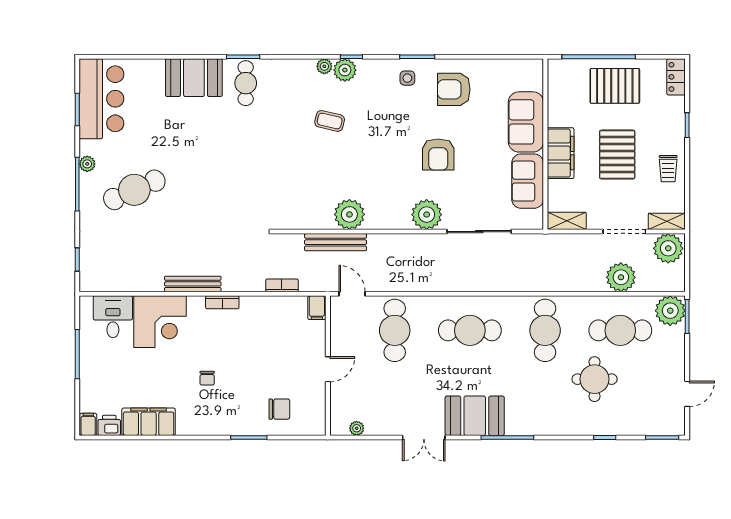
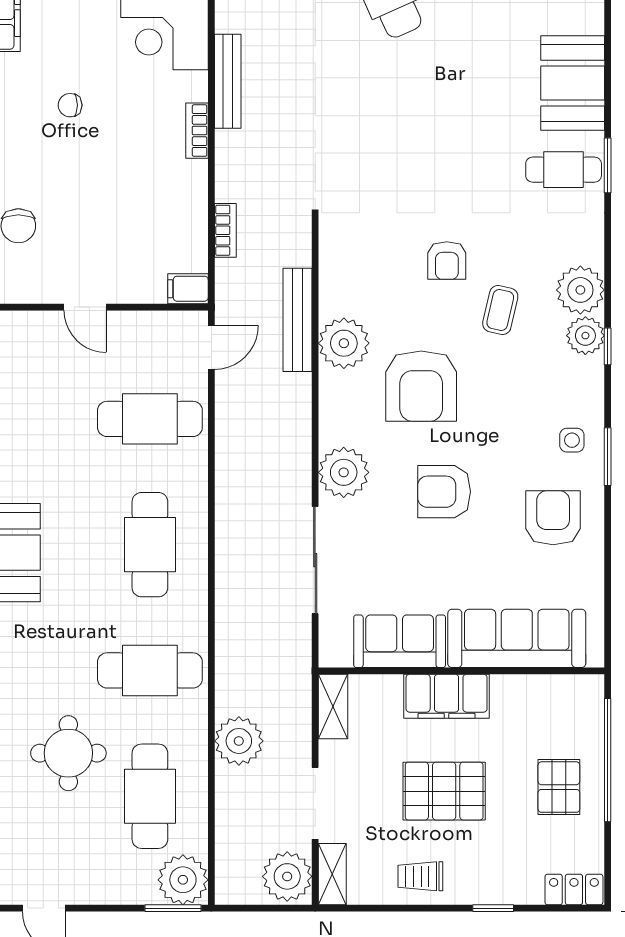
plant: (324, 66) -> (580, 290), width x1.88, depth x1.88
pallet: (615, 86) -> (559, 787), width x0.67, depth x0.71
sofa: (526, 122) -> (517, 638), width x1.36
armchair: (300, 153) -> (447, 261), added
armchair: (375, 168) -> (421, 386), added
plant: (621, 277) -> (239, 741), moved

